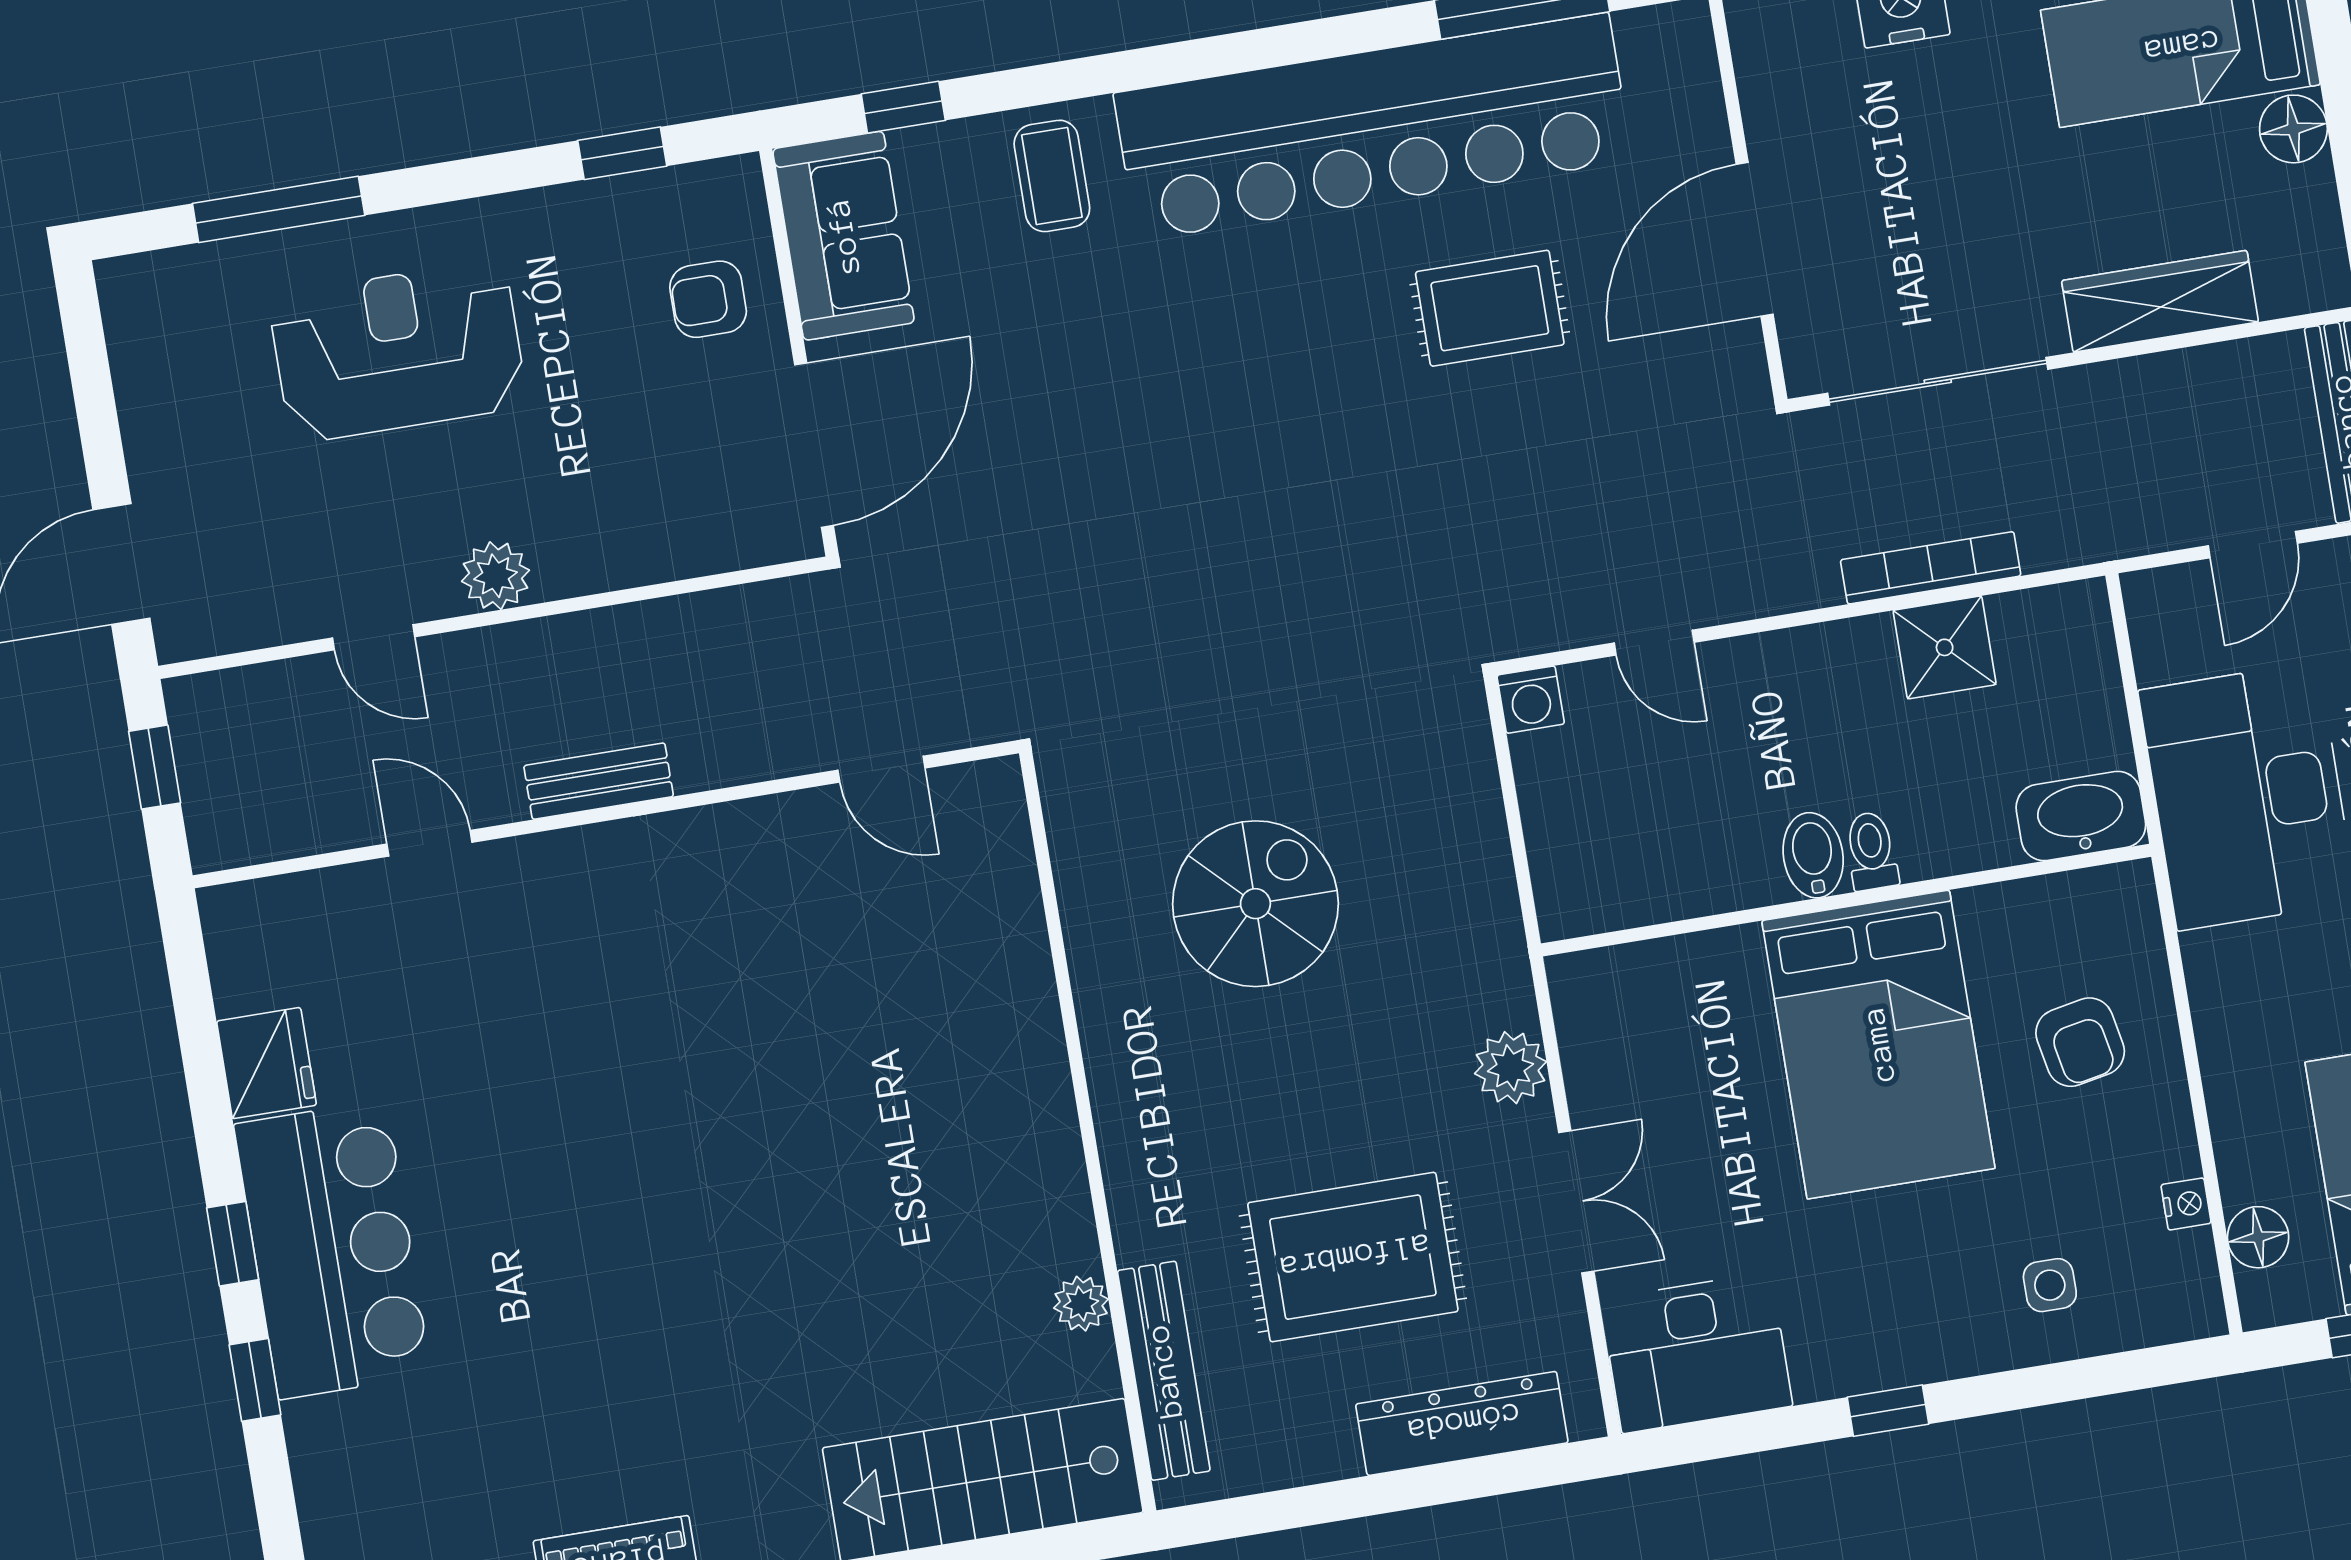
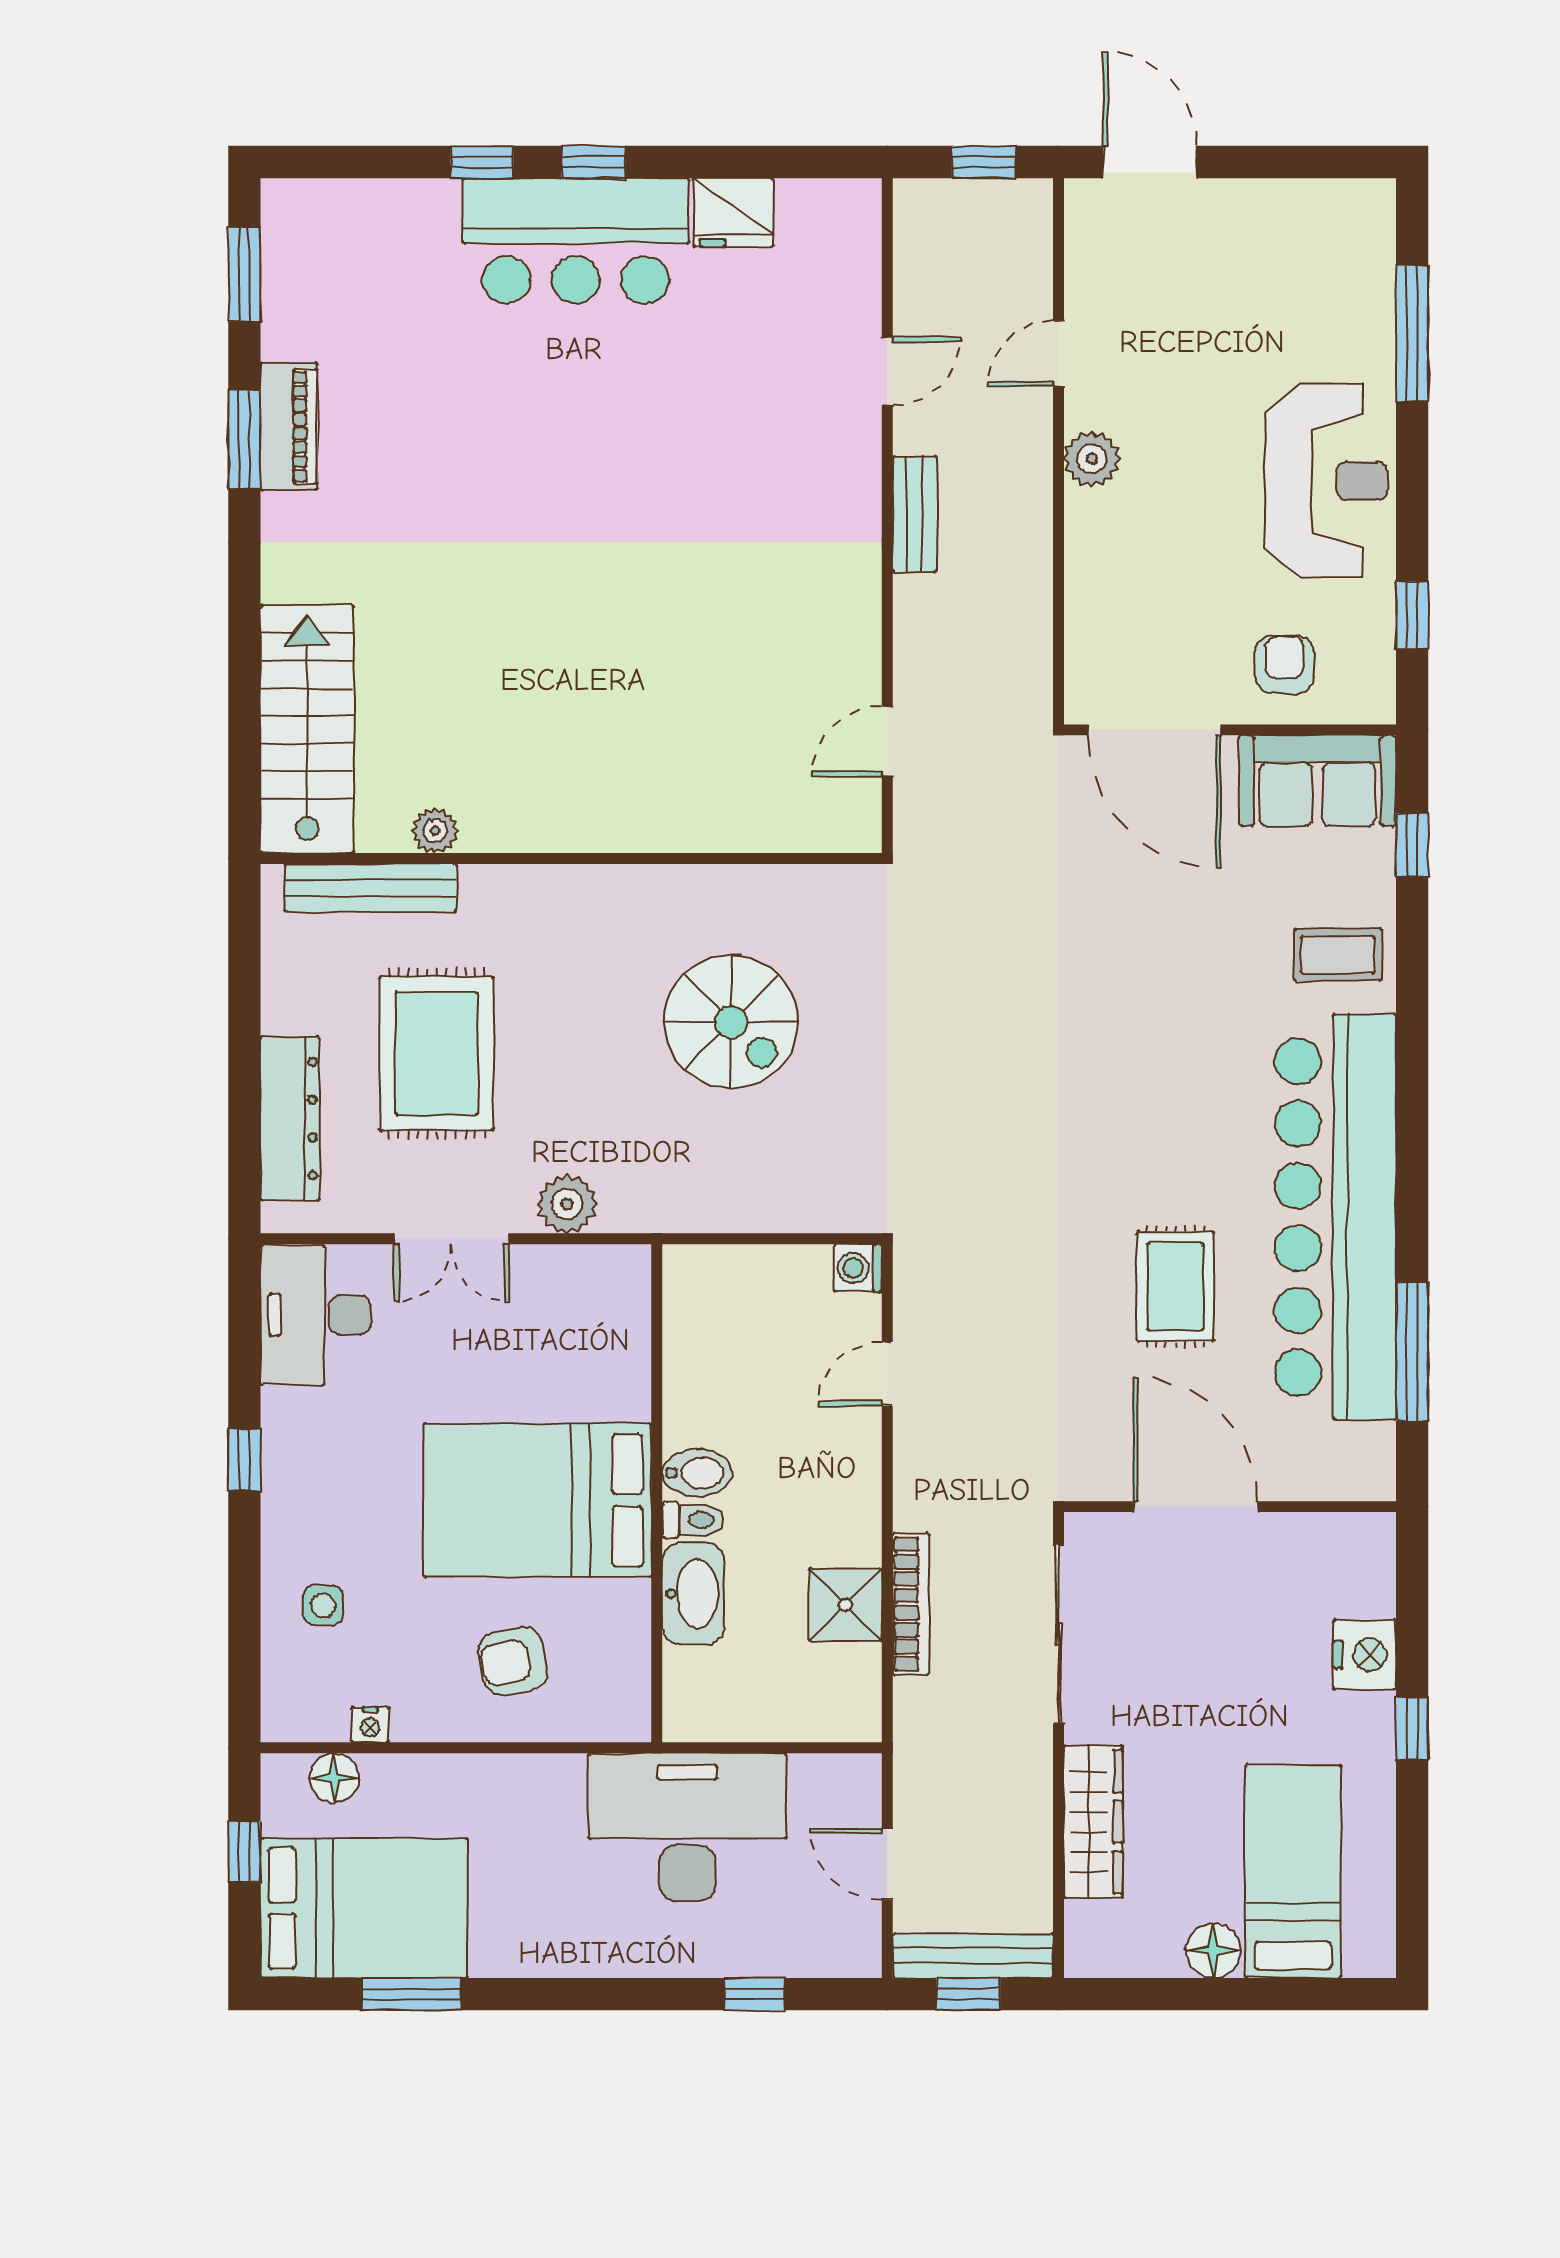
reception desk: (398, 351) -> (1326, 481), moved
washbasin: (2081, 816) -> (693, 1594), moved

